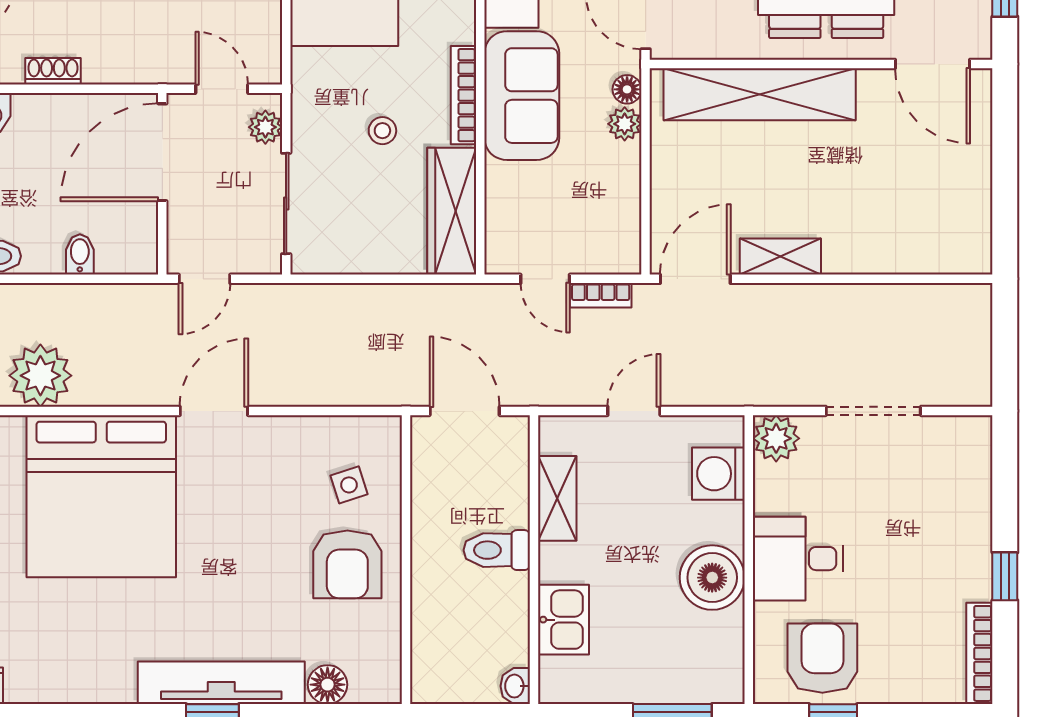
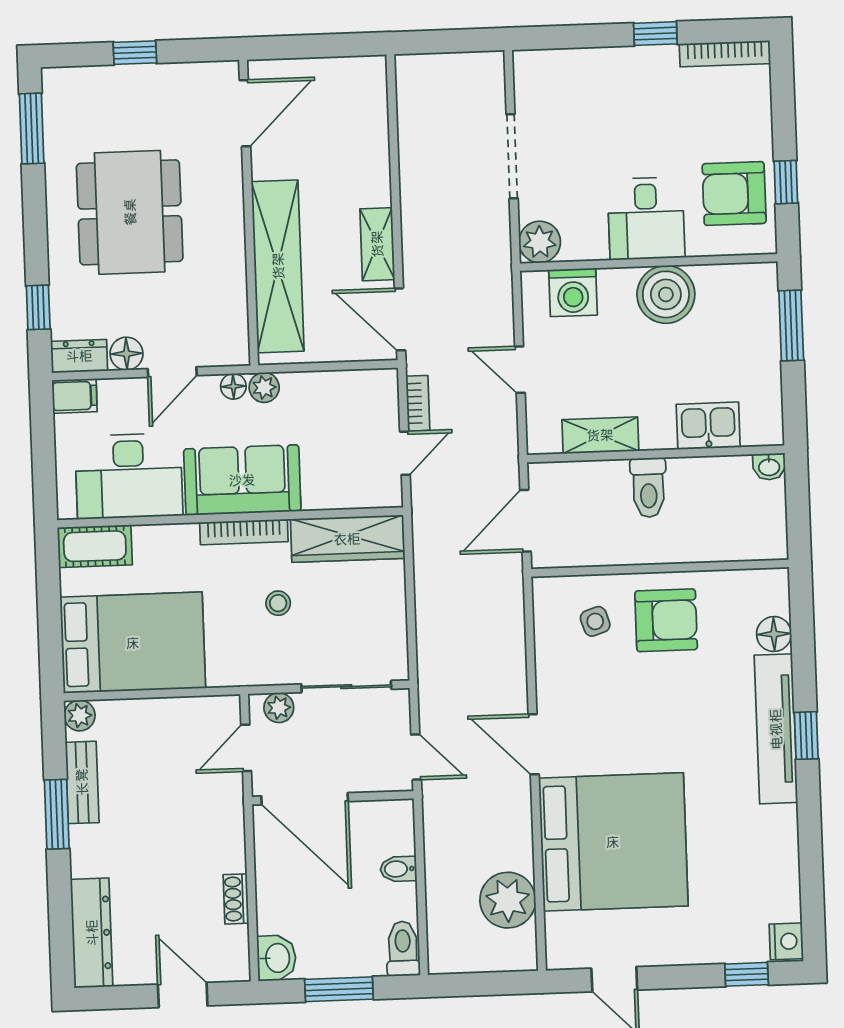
wall: (821, 64) -> (249, 213), moved
door: (932, 64) -> (245, 113), moved
shelving: (760, 94) -> (278, 266), moved

